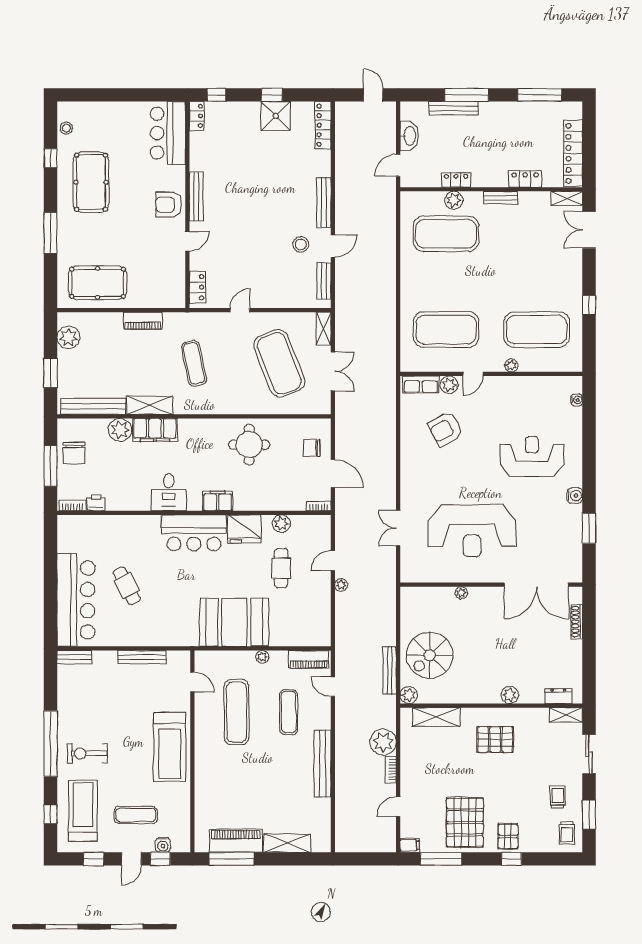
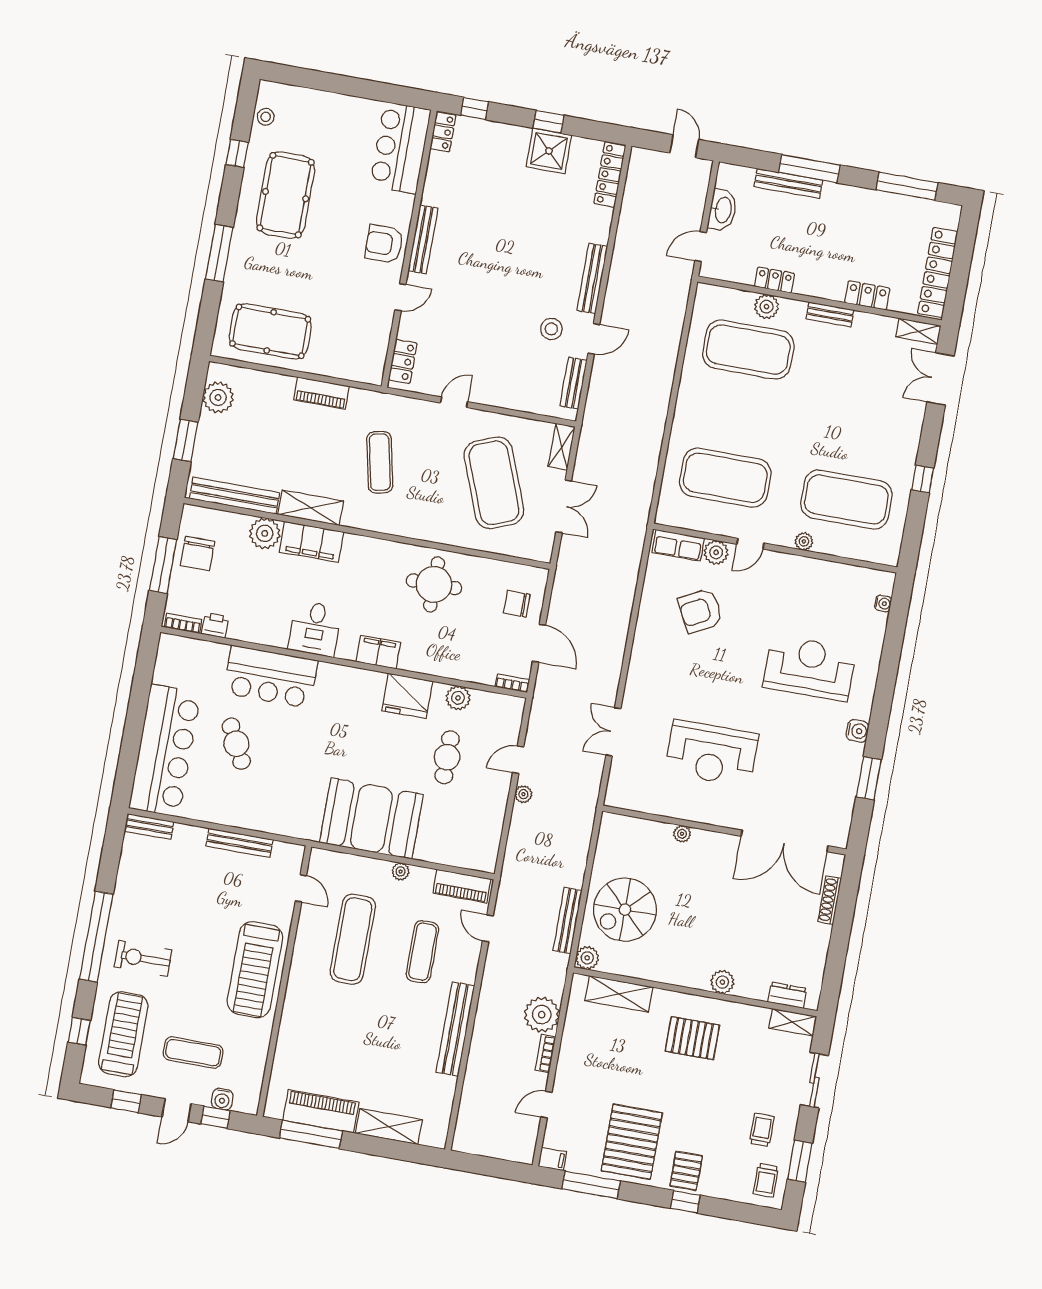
reception desk: (472, 531) -> (712, 753), width x0.74, depth x0.77
bar counter: (194, 533) -> (271, 677), moved

